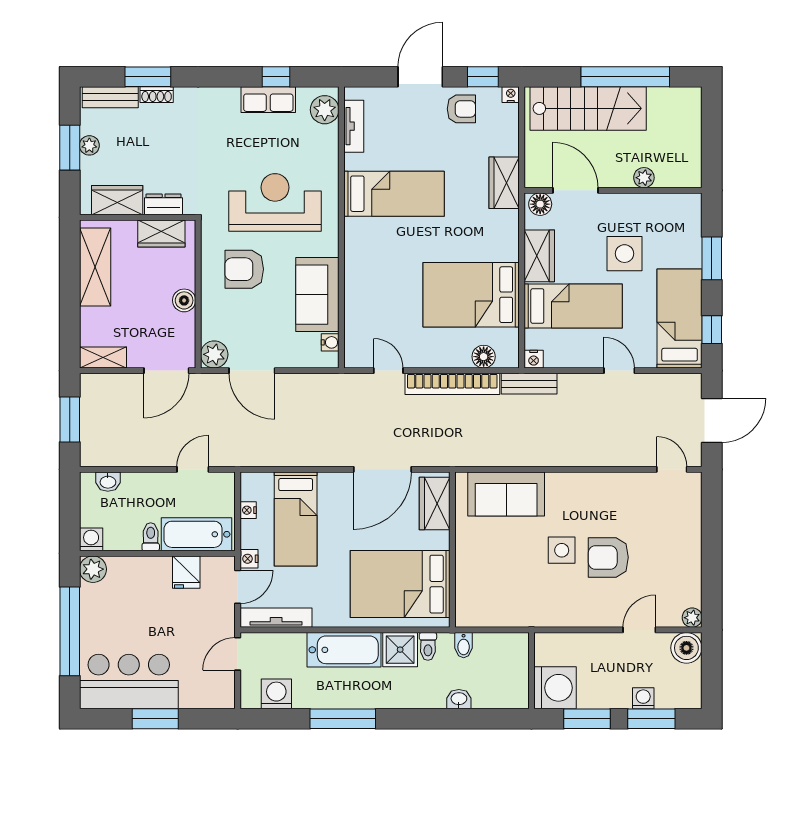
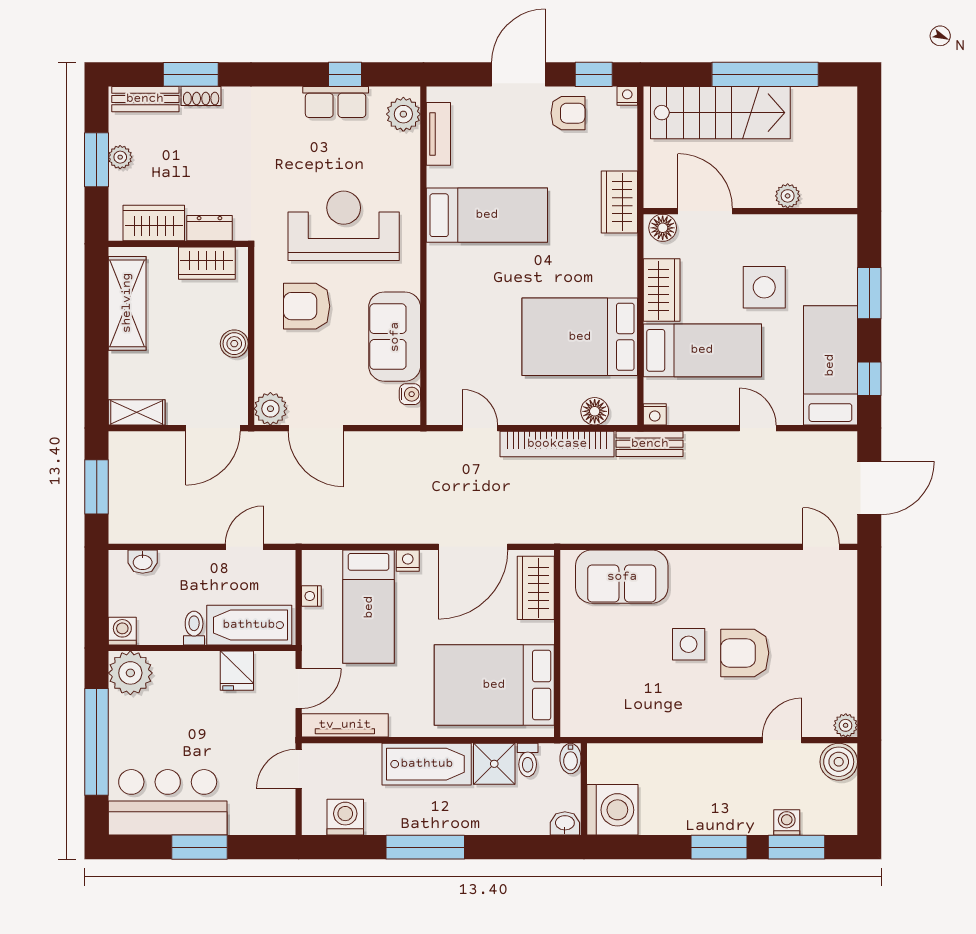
nightstand: (249, 559) -> (408, 561), moved, turned 90
plant: (93, 569) -> (130, 673), width x1.36, depth x1.36
wall: (531, 671) -> (584, 789), moved
washing machine: (555, 688) -> (612, 810), moved

